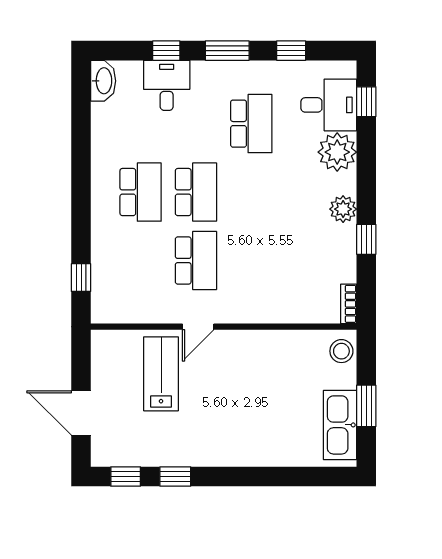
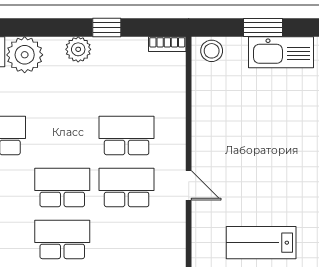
school desk: (251, 261) -> (127, 135), added
lab bench: (161, 374) -> (261, 243), moved

